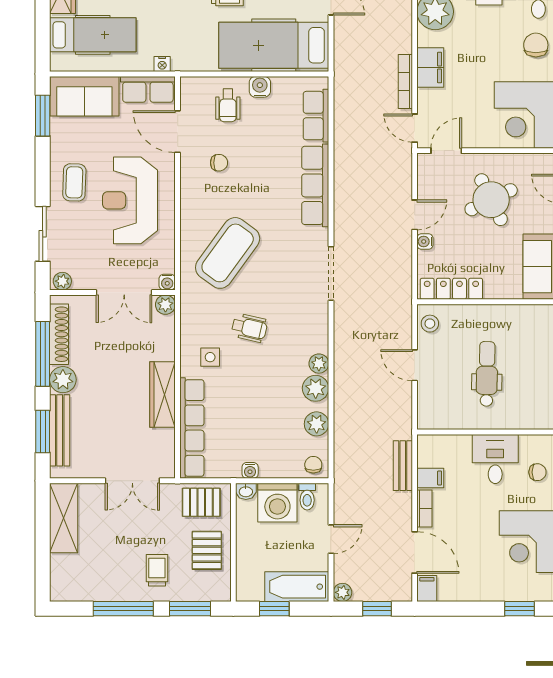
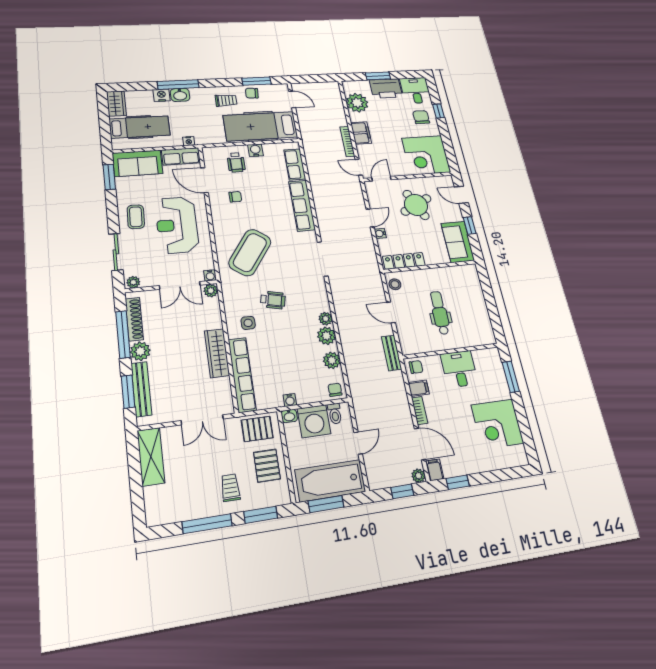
bench: (403, 466) -> (392, 353), moved
chair: (537, 472) -> (416, 367), moved
bathtub: (297, 587) -> (330, 481), width x1.36, depth x1.36
plant: (342, 592) -> (418, 476), moved
window: (274, 609) -> (326, 504), width x1.50
window: (520, 609) -> (458, 482), moved

